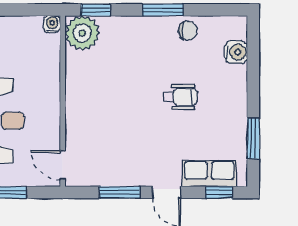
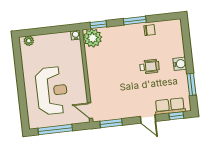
water cooler: (236, 52) -> (180, 64), moved
window: (120, 192) -> (111, 123), moved

